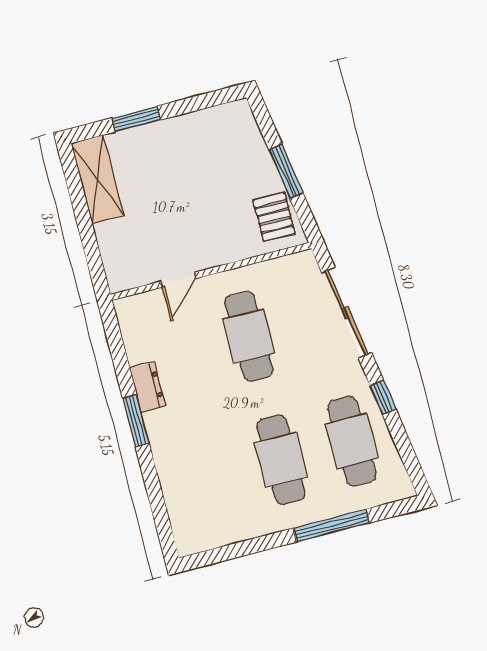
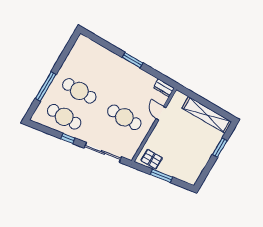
shelving: (97, 179) -> (207, 115), width x1.47
dresser: (147, 387) -> (164, 88), moved

